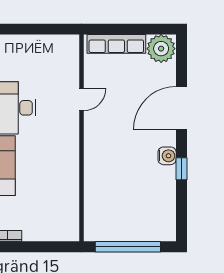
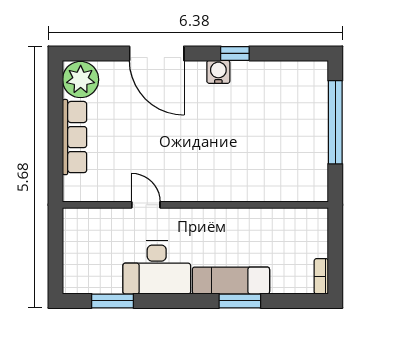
door: (82, 99) -> (146, 205), moved
wall: (82, 138) -> (195, 205), moved

